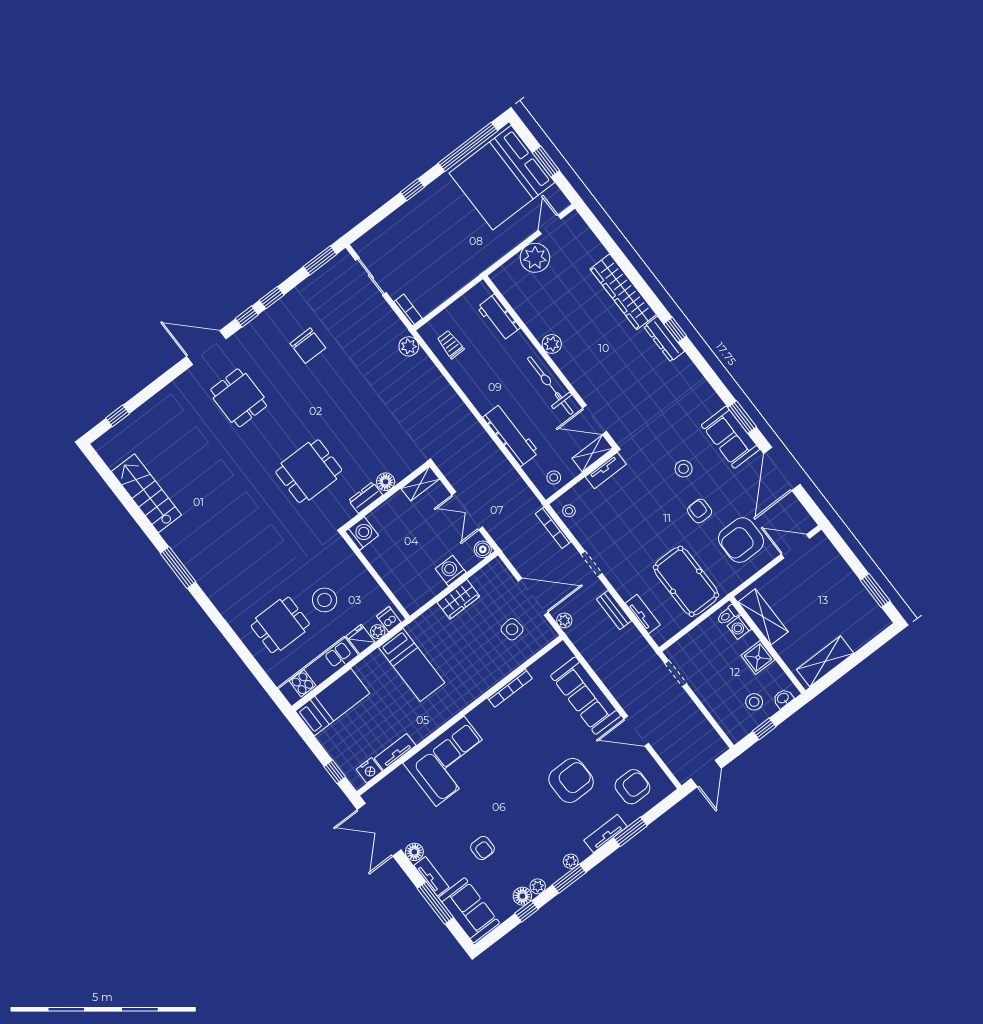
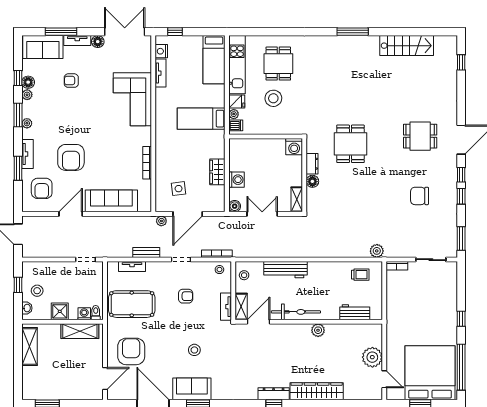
armchair: (700, 511) -> (186, 296), moved

